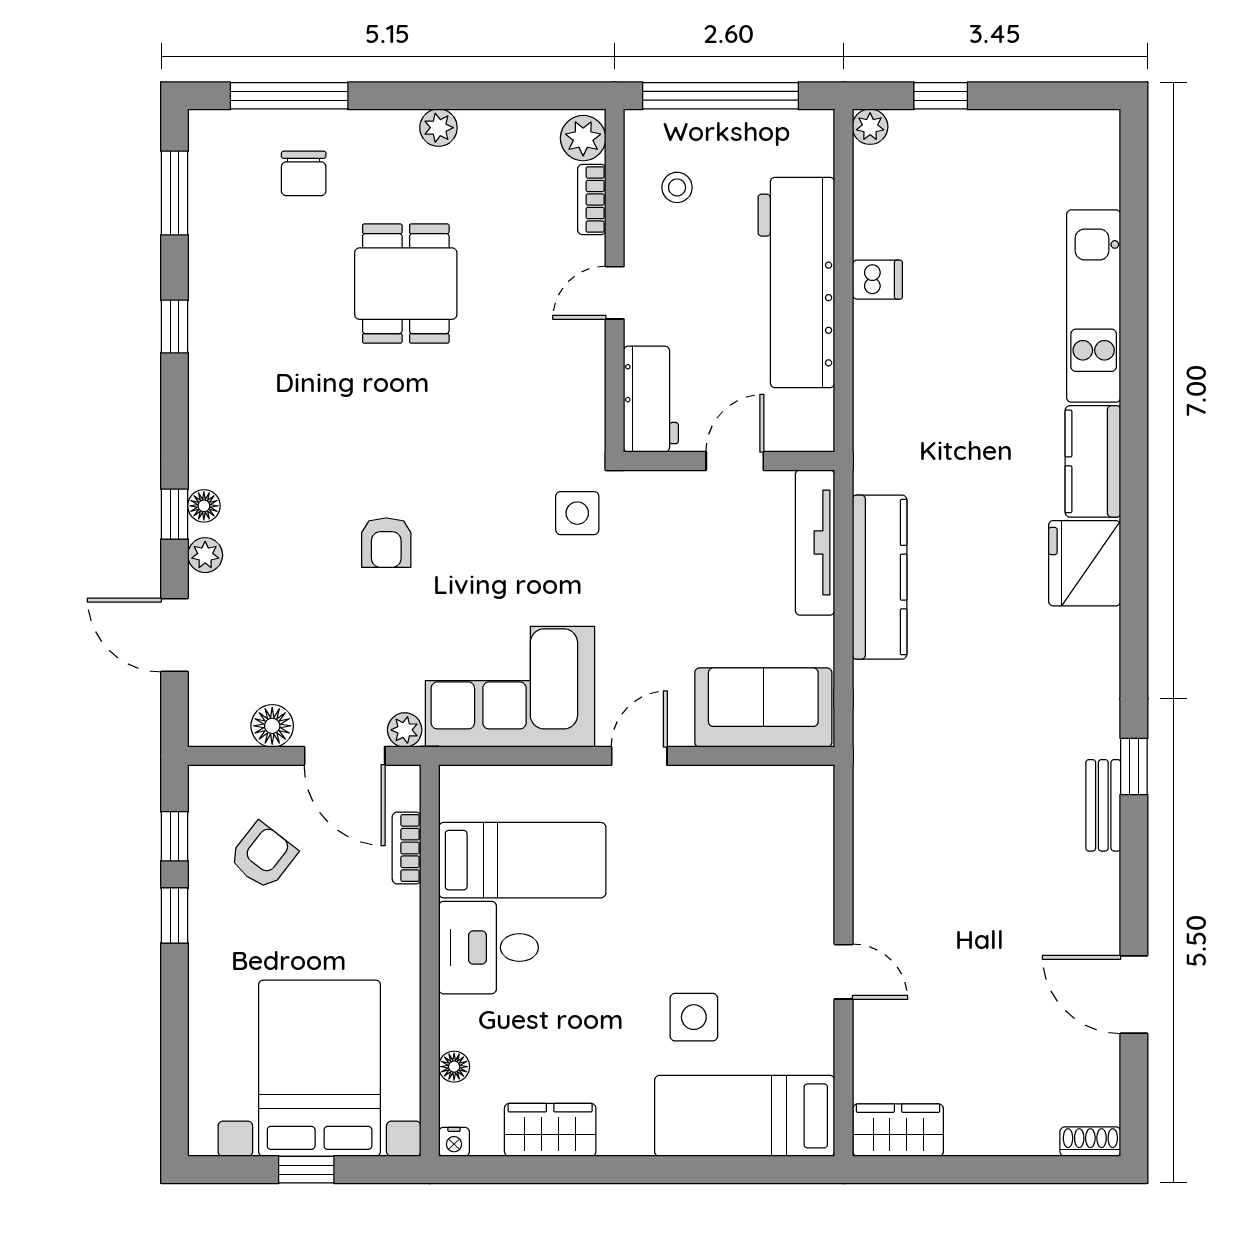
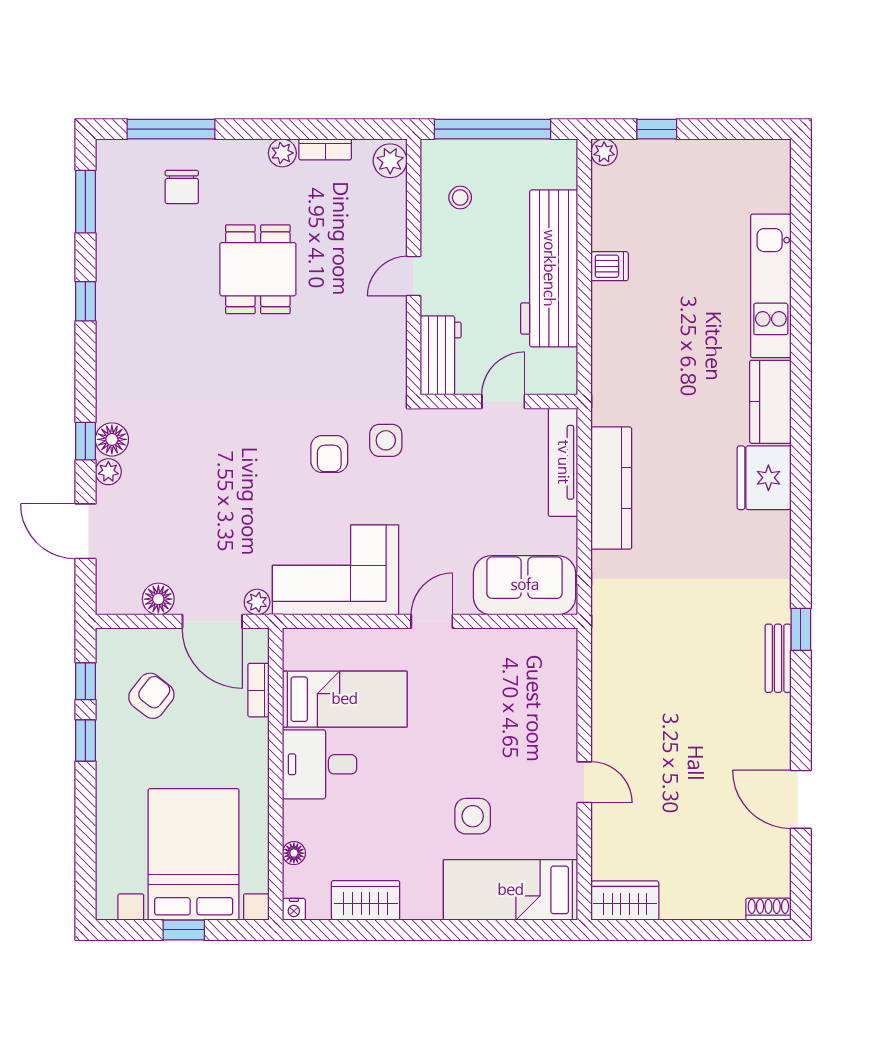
bookcase: (592, 199) -> (325, 149), moved, turned -90
floor lamp: (204, 506) -> (112, 439), width x1.37, depth x1.37
armchair: (386, 543) -> (329, 454), moved

